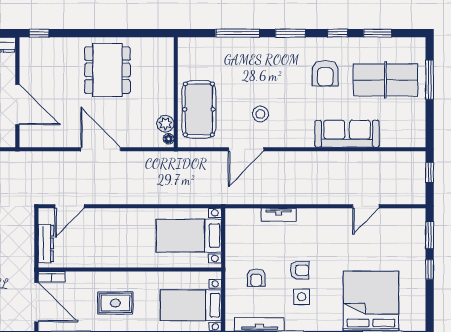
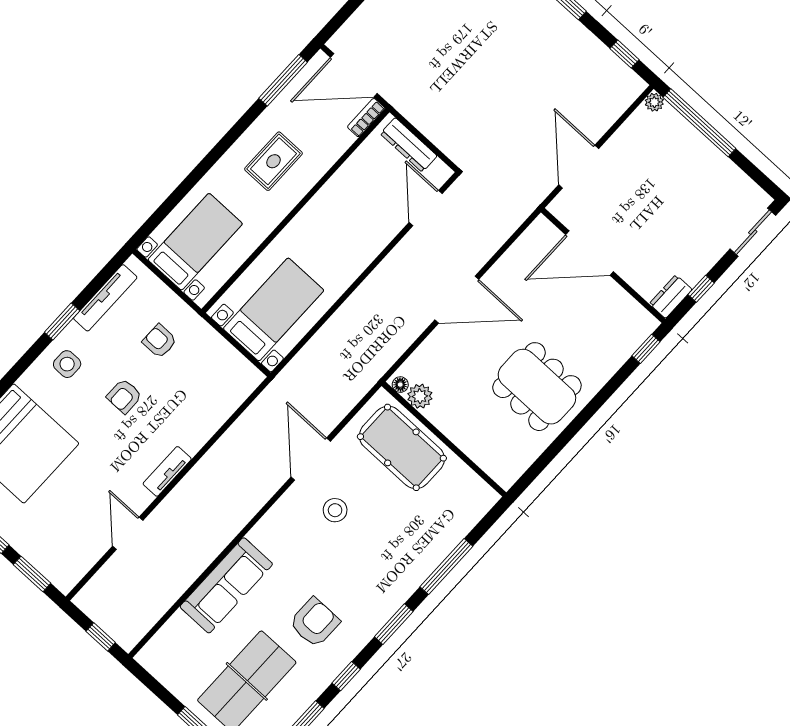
armchair: (325, 73) -> (315, 622), turned 90
tv unit: (279, 215) -> (167, 471), moved
side table: (302, 297) -> (67, 364), moved

